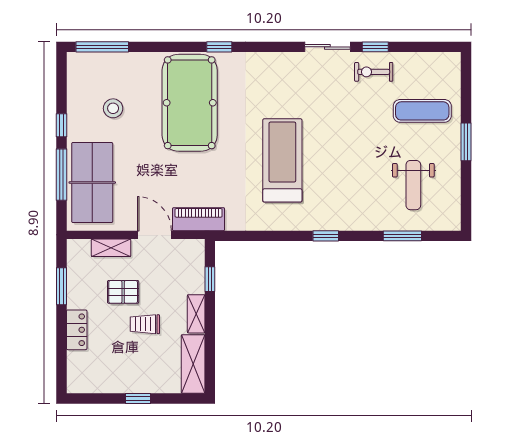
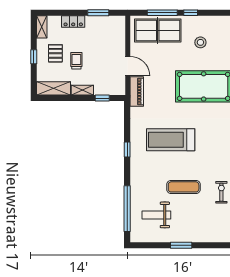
exercise mat: (422, 111) -> (184, 187), moved, turned 90
treadmill: (282, 160) -> (171, 140), turned 180
door: (154, 235) -> (128, 66), hinge flipped
window: (326, 236) -> (127, 149), moved
window: (402, 236) -> (127, 209), width x2.11
shelving: (111, 248) -> (42, 27), moved
pallet: (123, 292) -> (55, 53), moved

